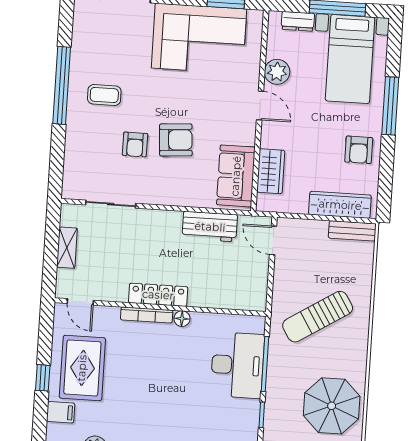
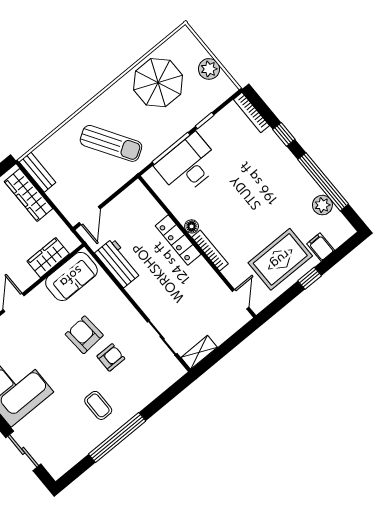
shelving: (67, 248) -> (199, 352), moved
locker: (158, 295) -> (178, 240), moved

